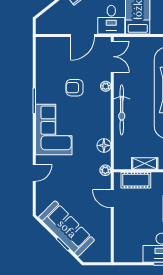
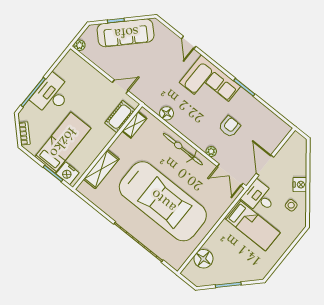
shelving: (145, 164) -> (134, 125), moved
plant: (105, 170) -> (80, 45), moved

